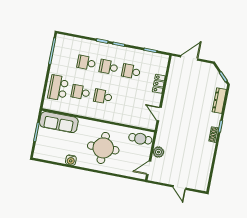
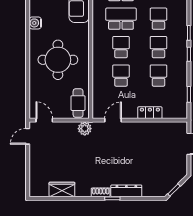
school desk: (81, 92) -> (121, 19), width x1.85
school desk: (125, 101) -> (121, 76), added
dresser: (219, 101) -> (126, 191), moved
plant: (158, 152) -> (85, 129), moved
wardrobe: (206, 165) -> (62, 189), added
door: (179, 187) -> (28, 136), moved

